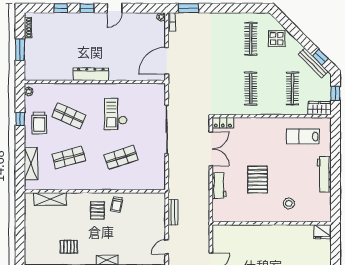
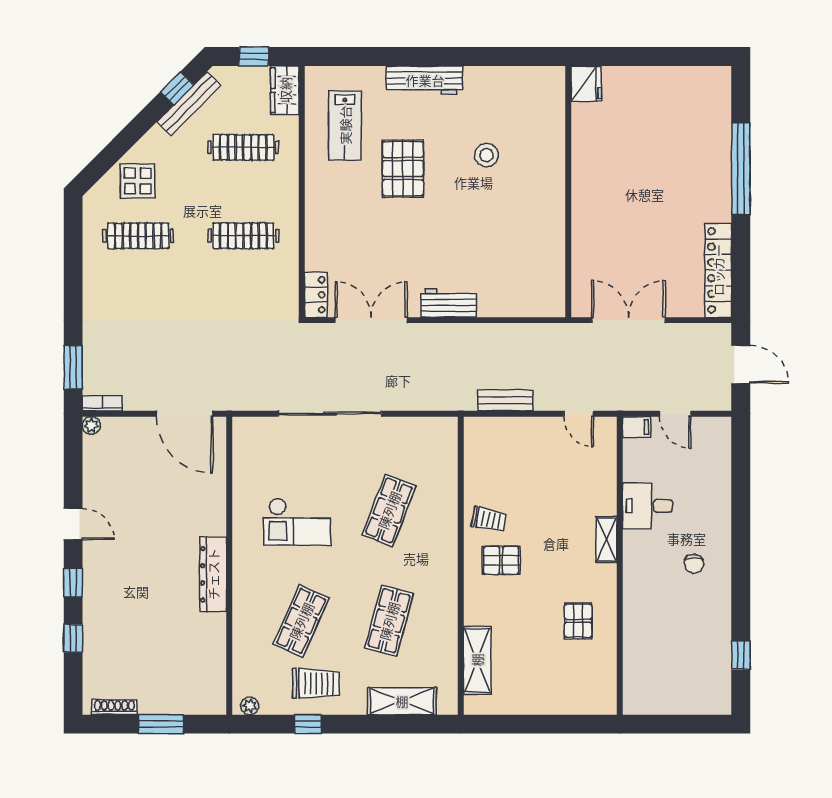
shop shelf: (69, 157) -> (389, 621), turned 30
shop shelf: (121, 157) -> (389, 510), turned 39
pallet: (258, 180) -> (403, 169), moved, turned 90
wall: (272, 223) -> (568, 192), moved
fridge: (322, 232) -> (586, 84), moved

